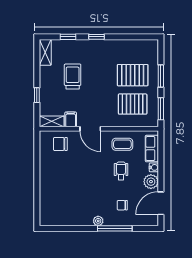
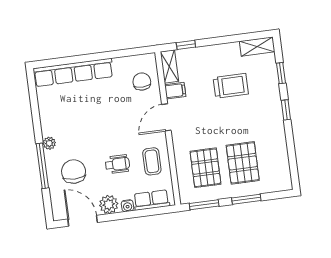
window: (37, 95) -> (186, 45), moved
row of seats: (47, 195) -> (73, 72), added
chair: (122, 205) -> (74, 172), width x1.87, depth x1.87

